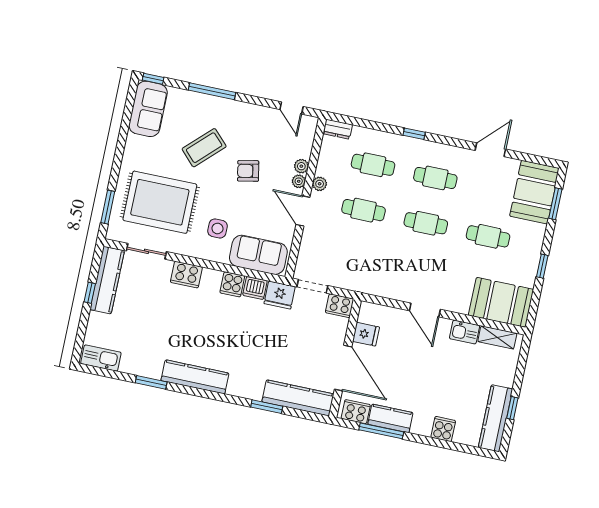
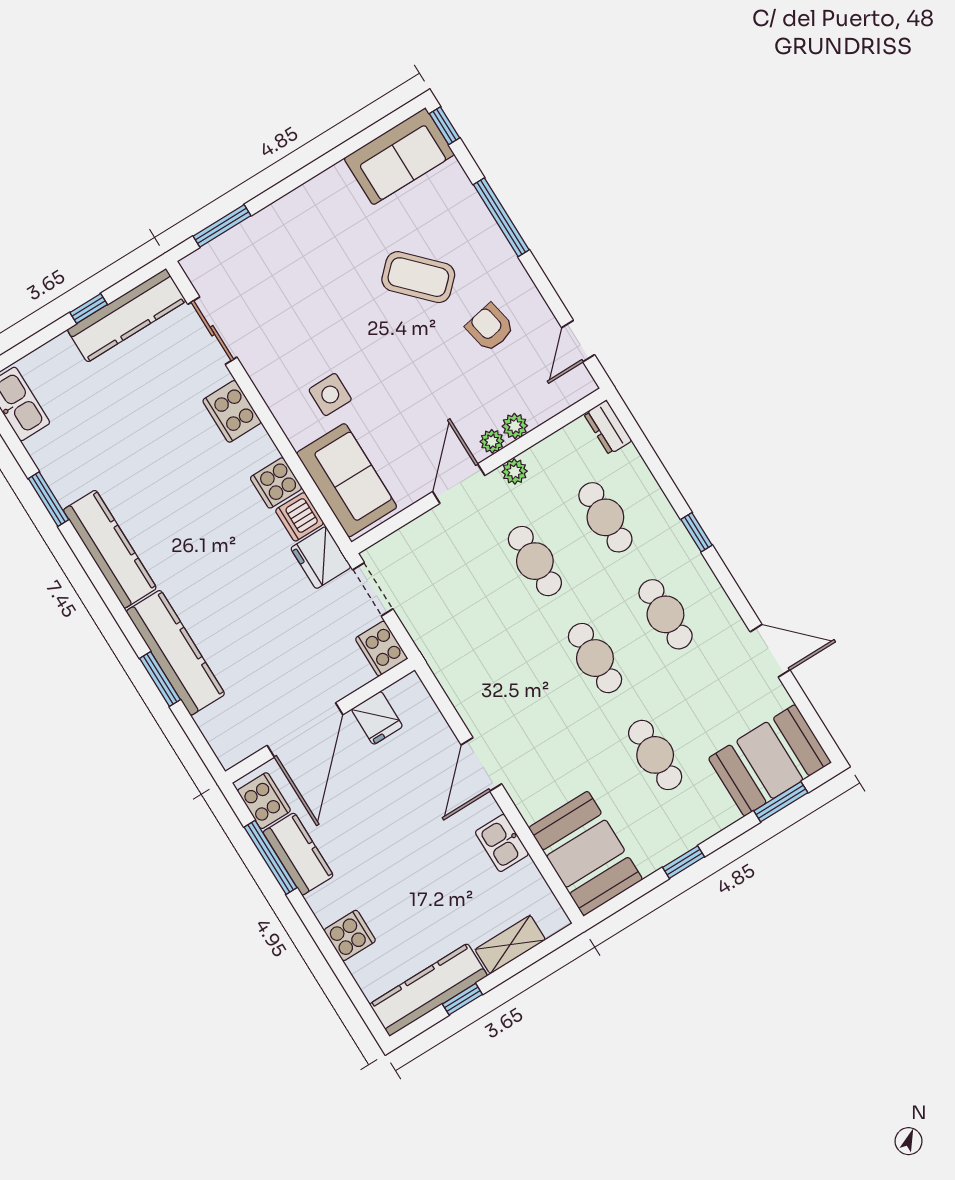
armchair: (248, 171) -> (490, 328), moved
rug: (160, 202) -> (293, 287), removed
shelving: (497, 337) -> (510, 945), moved, turned 90
kitchen counter: (298, 398) -> (175, 653), moved

